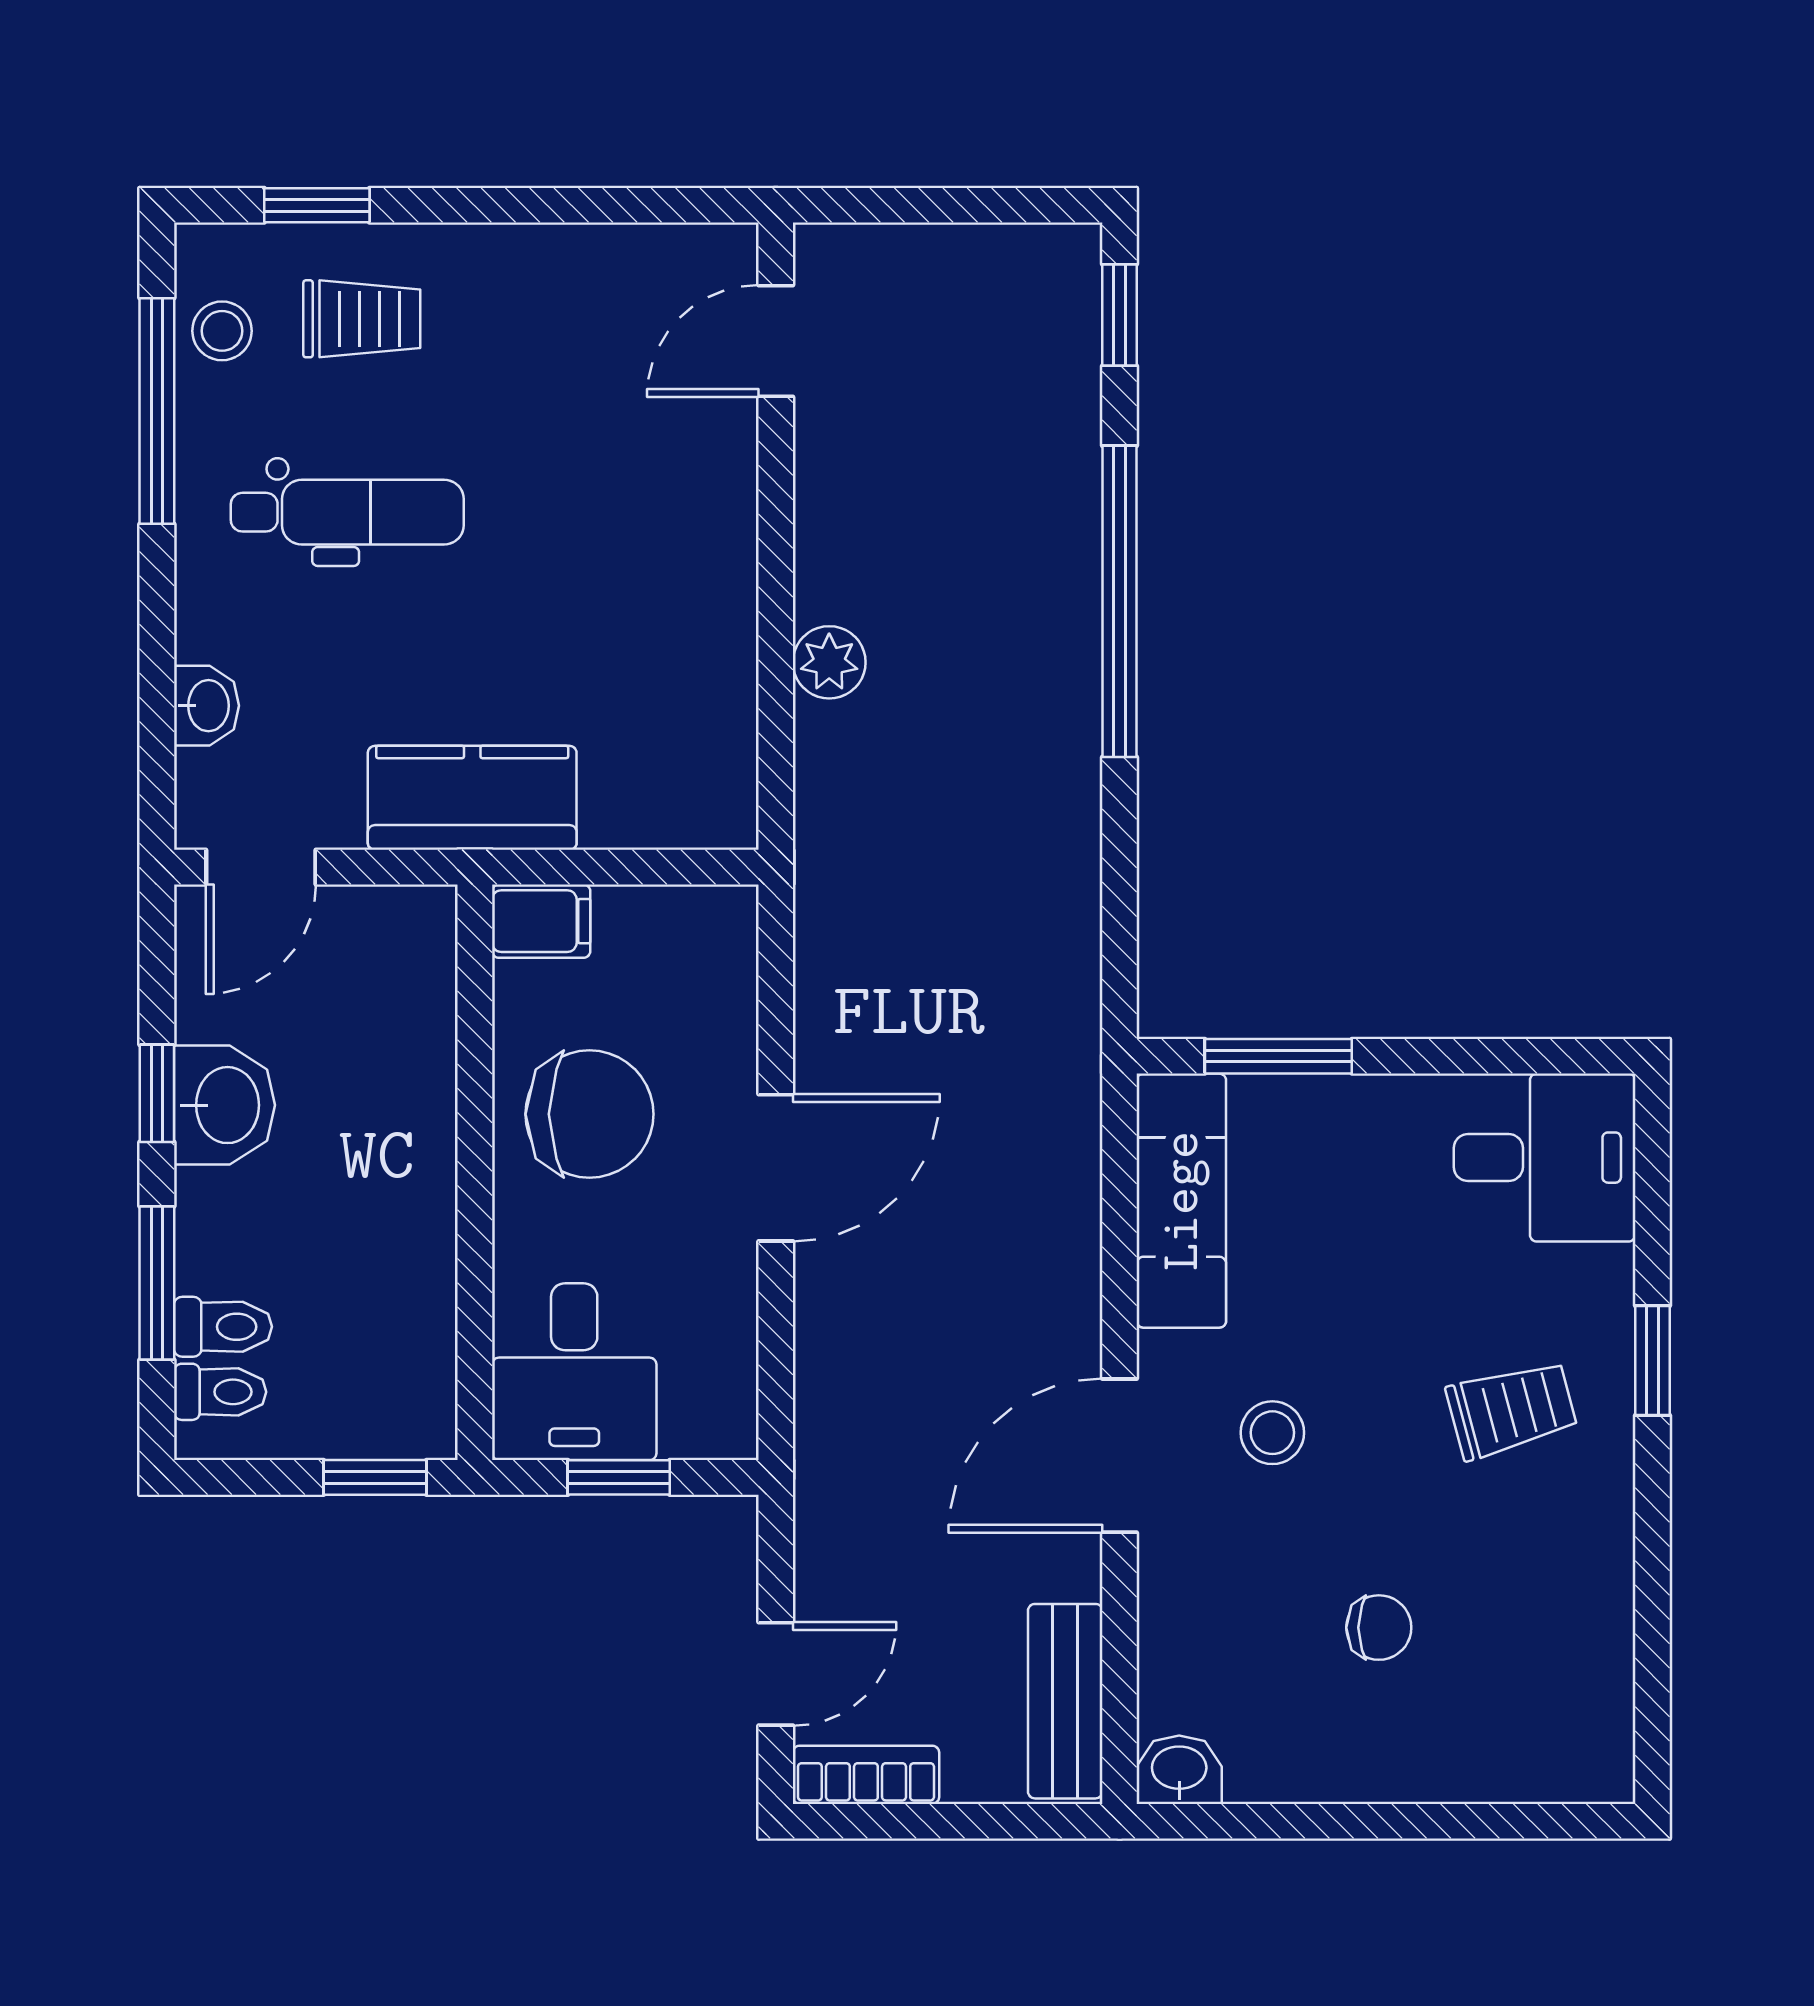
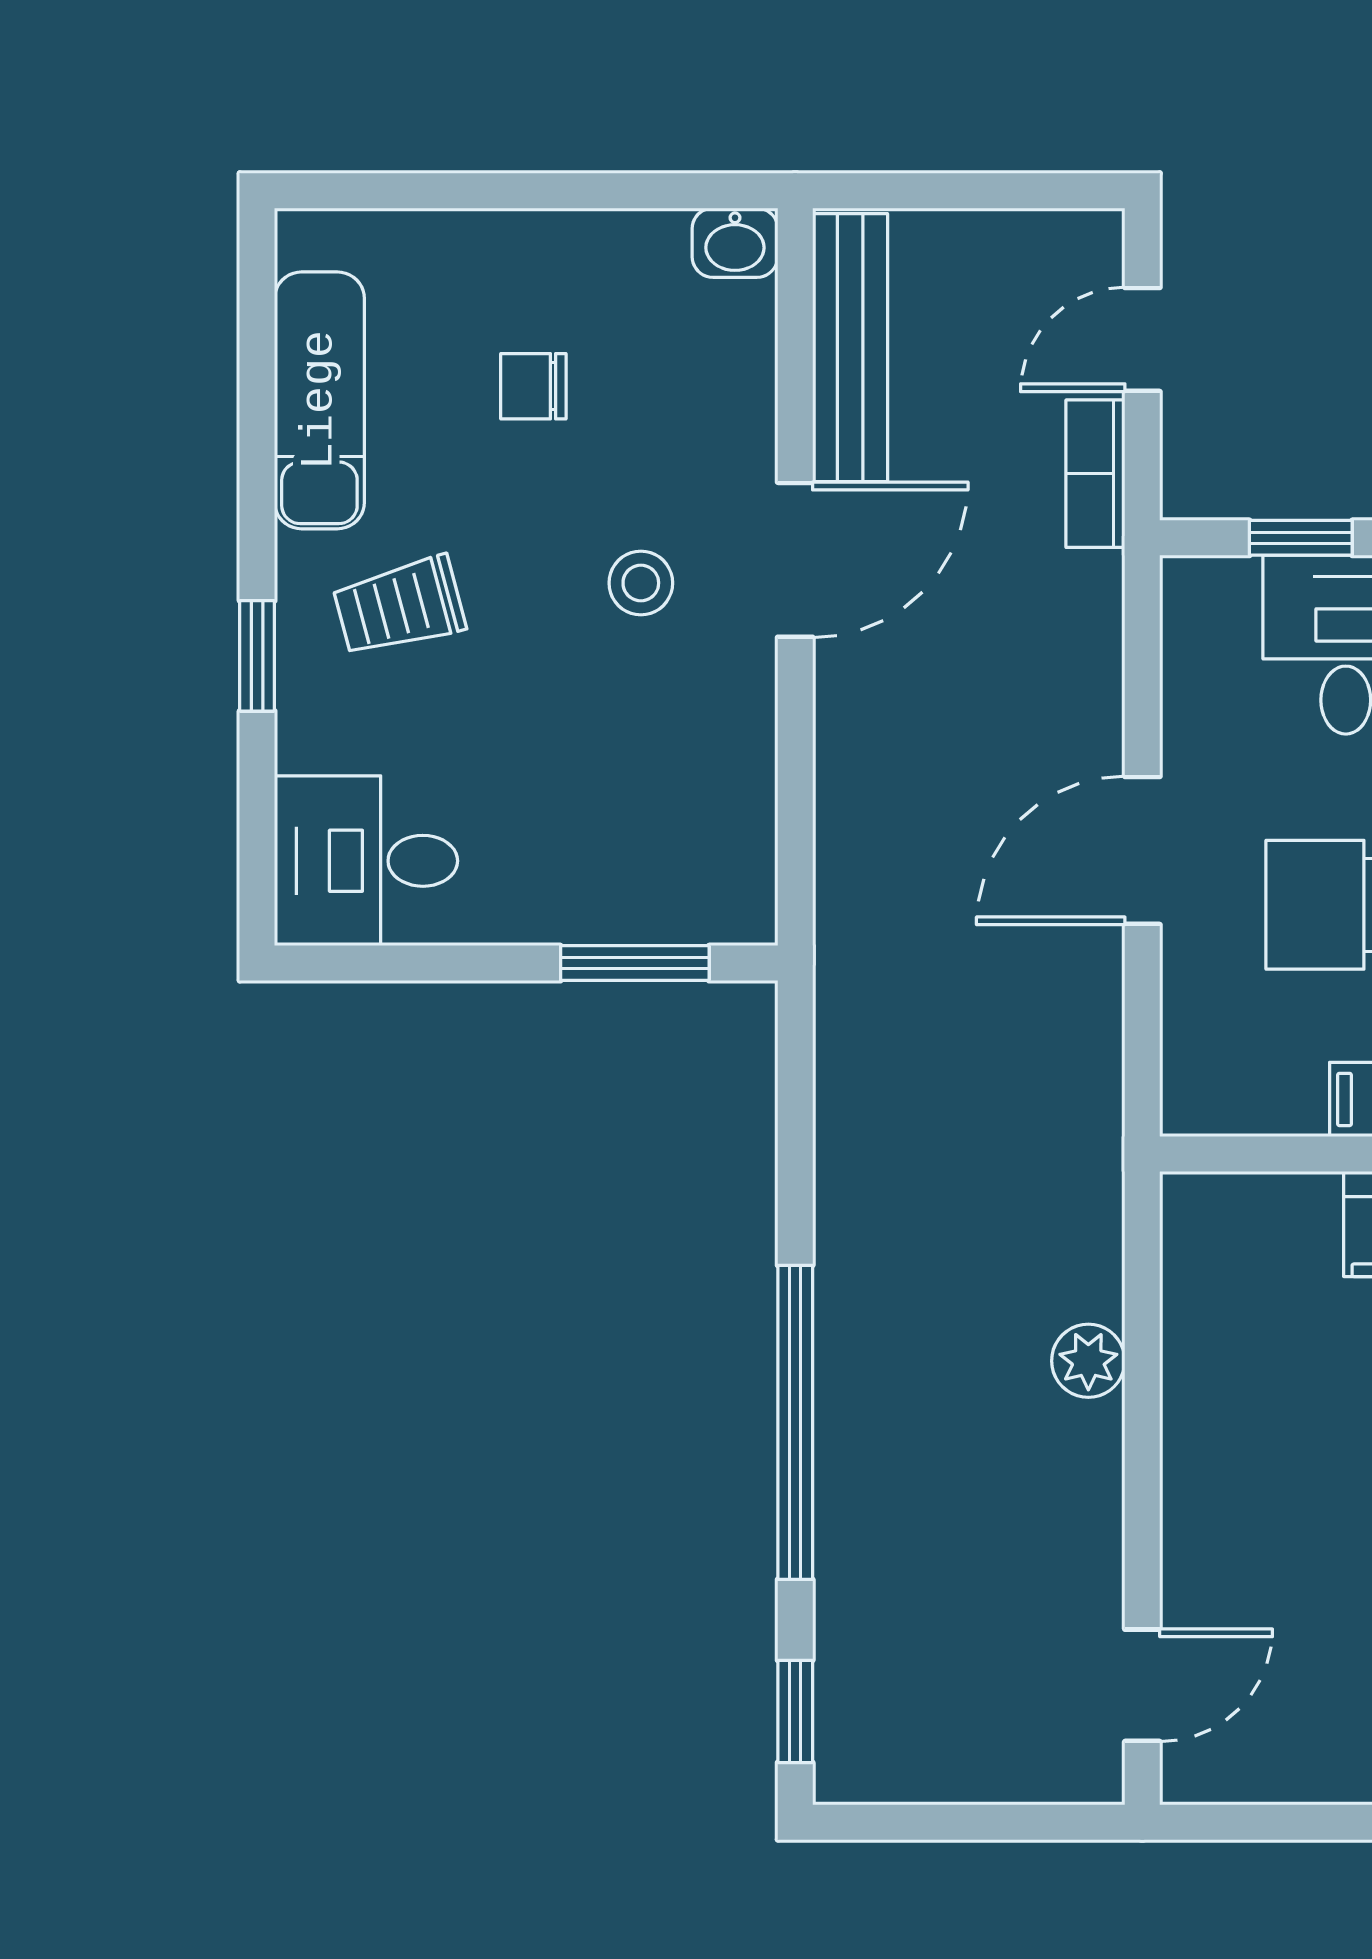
exam couch: (1181, 1201) -> (319, 400), moved, turned 180
bench: (1065, 1701) -> (850, 348), width x1.36
bookcase: (866, 1775) -> (1095, 474), moved, turned 90

